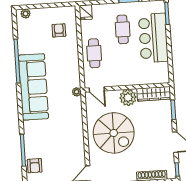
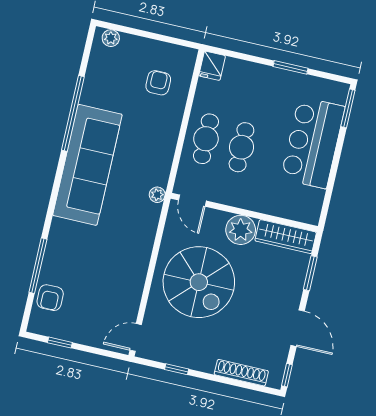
cafe table: (123, 29) -> (241, 147), moved

